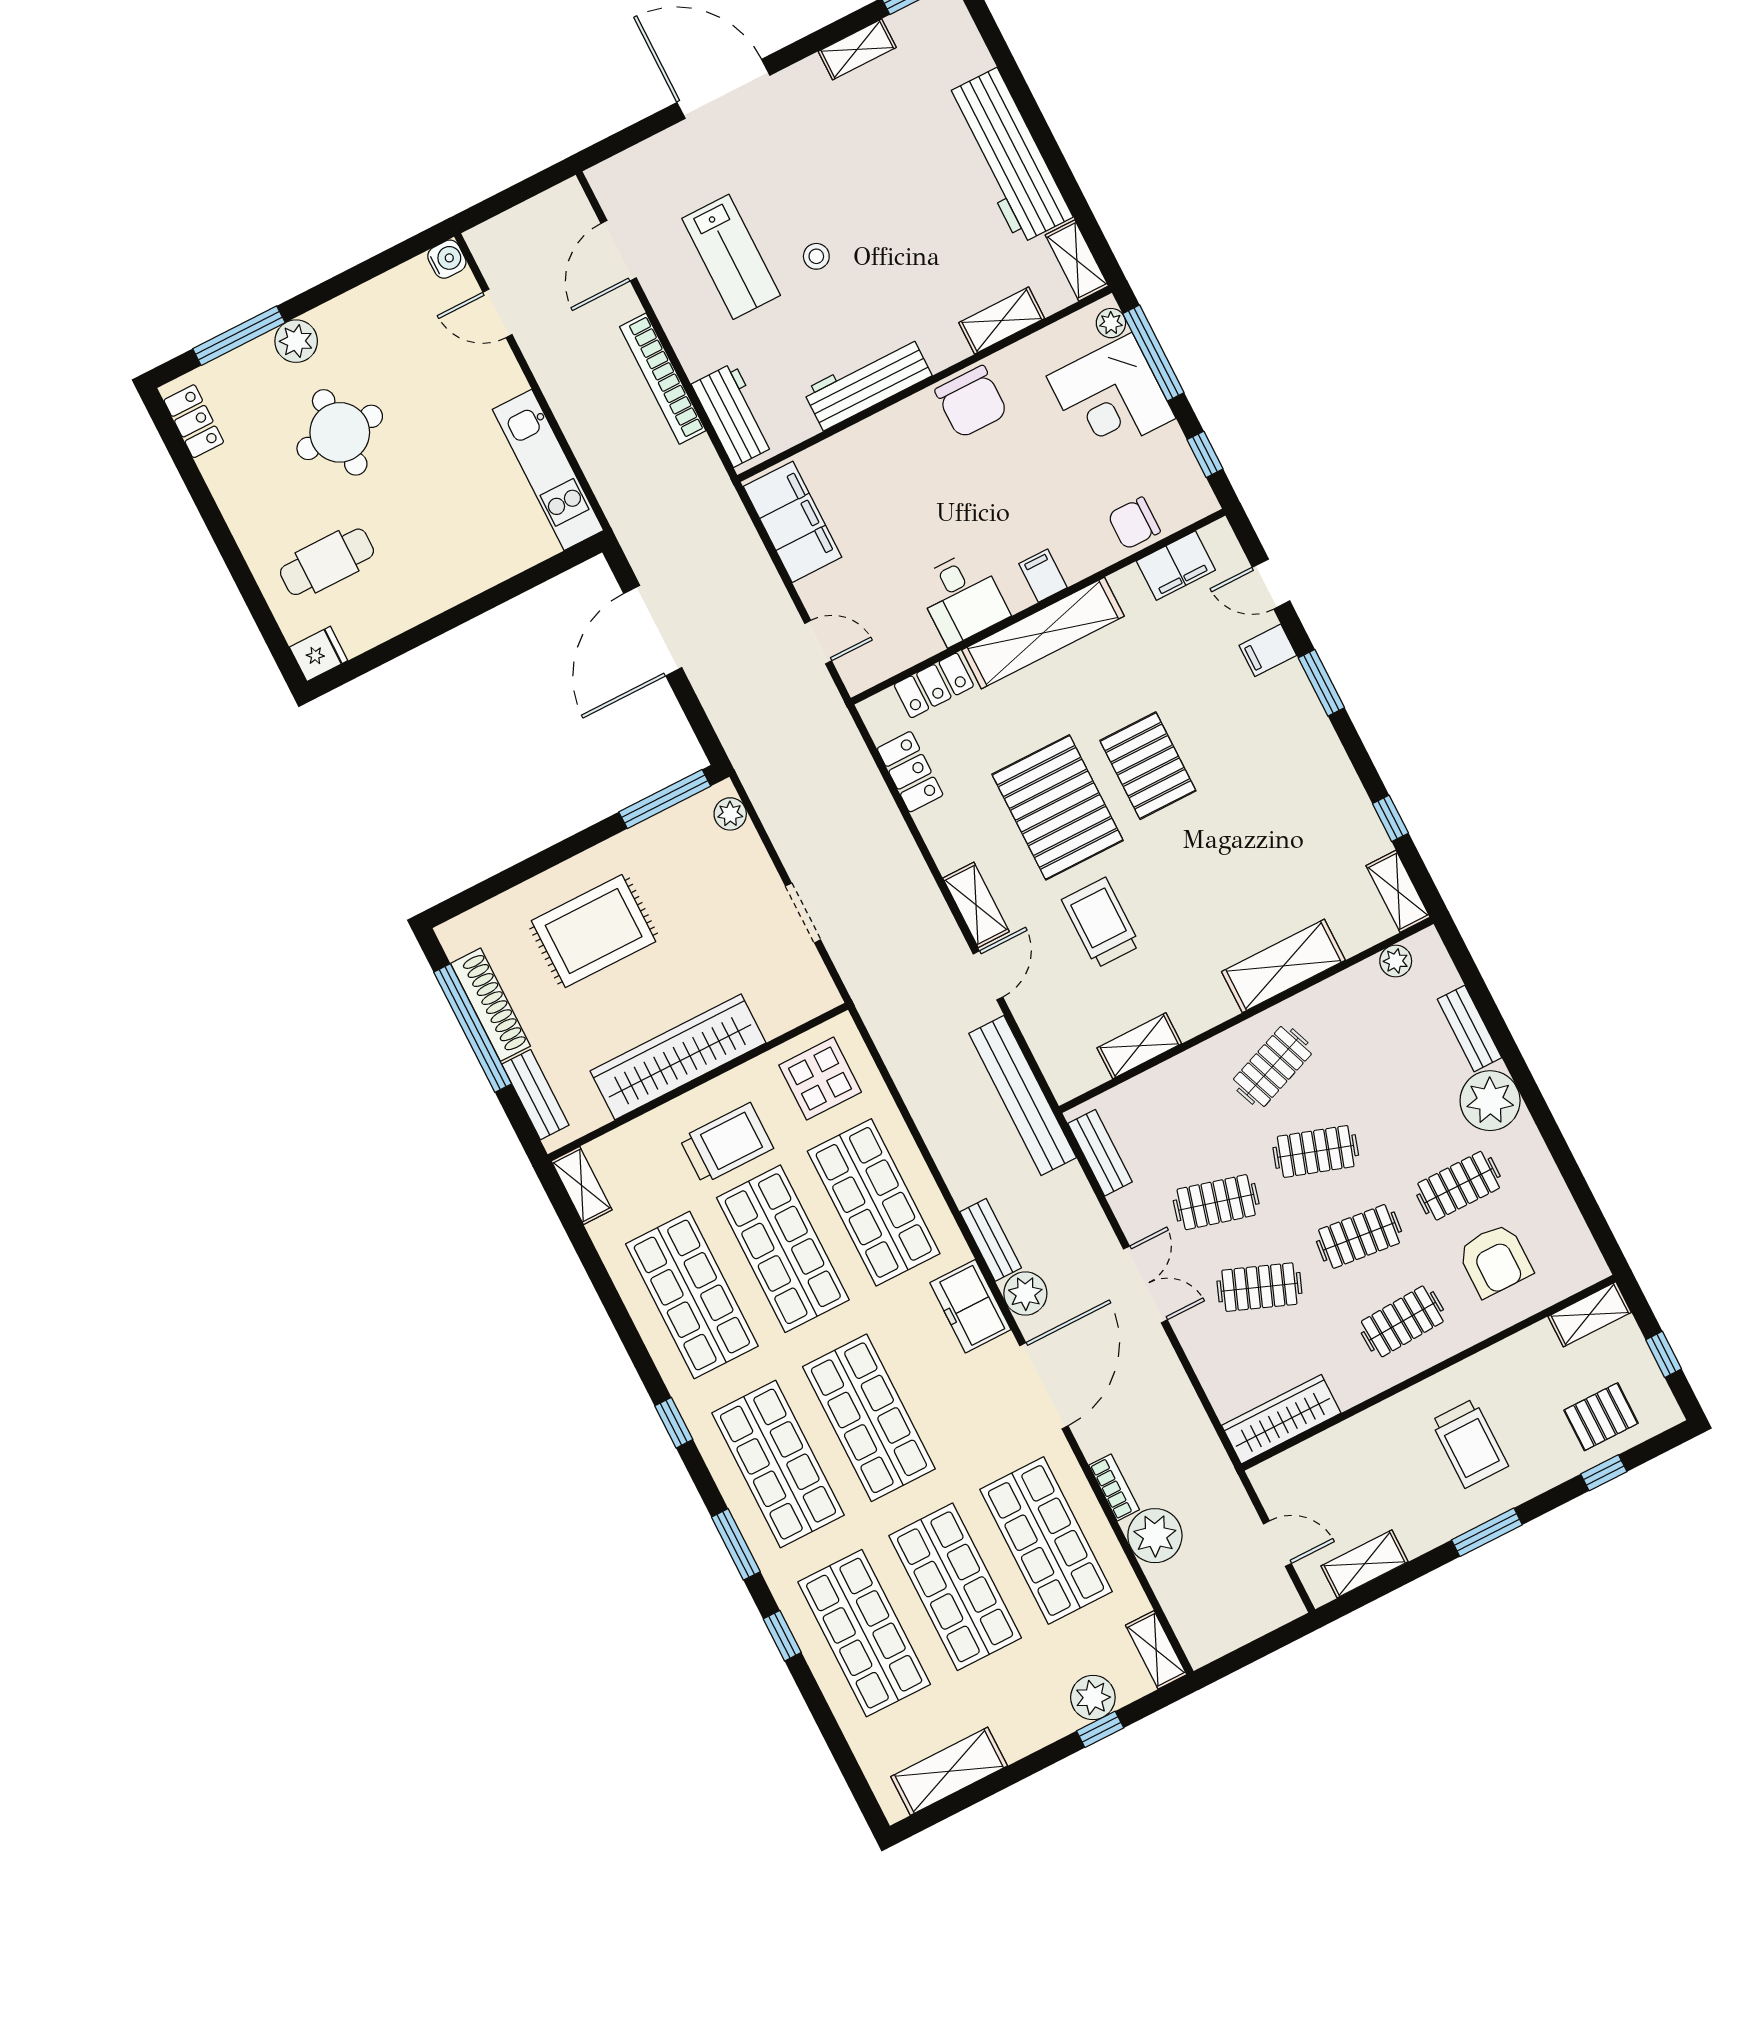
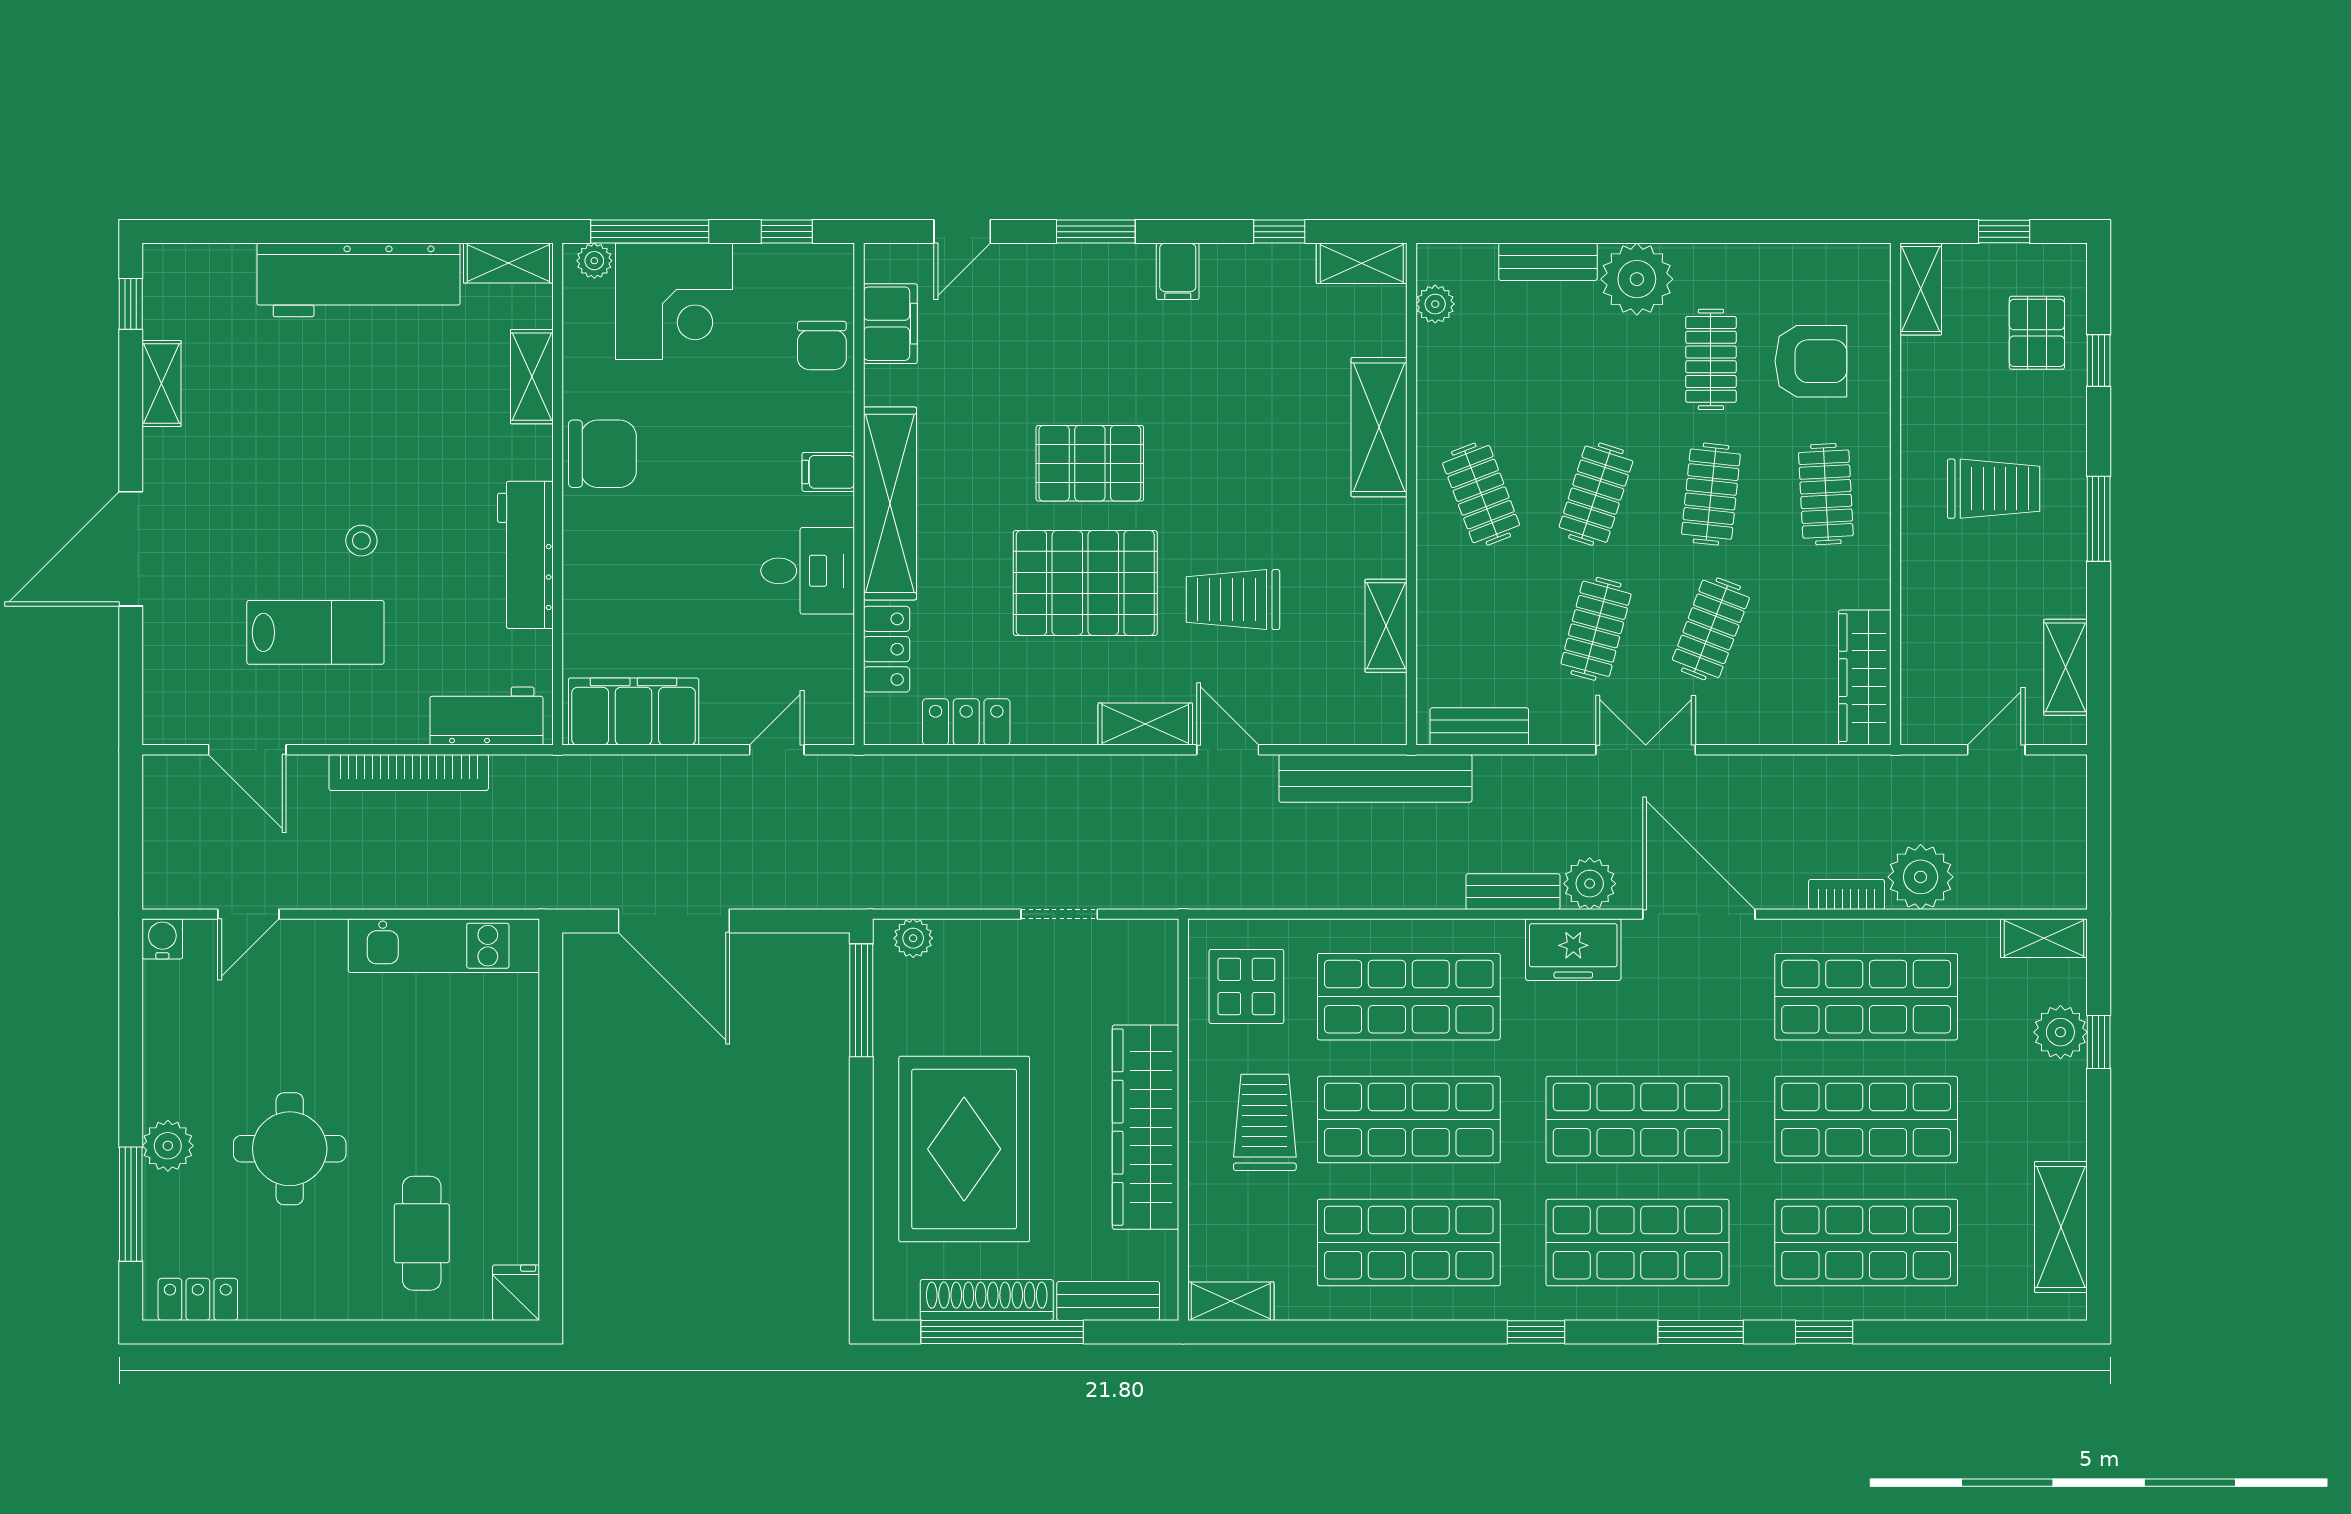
filing cabinet: (1268, 650) -> (1178, 271), moved
rug: (594, 931) -> (964, 1149), width x1.37, depth x1.44

